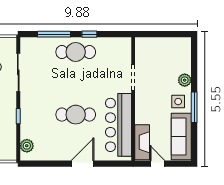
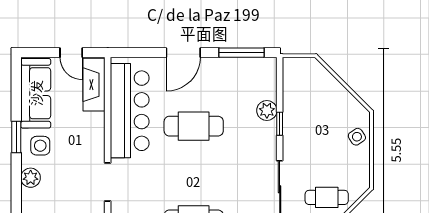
window: (194, 107) -> (16, 137), width x0.69
plant: (27, 146) -> (267, 110), moved
window: (44, 164) -> (242, 53), added

